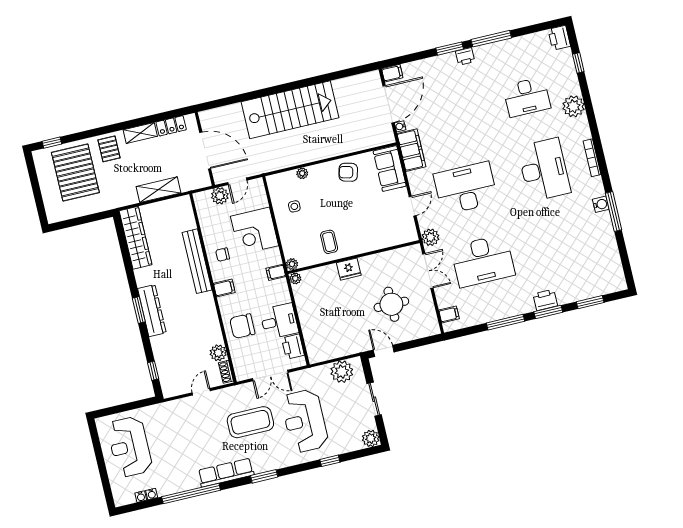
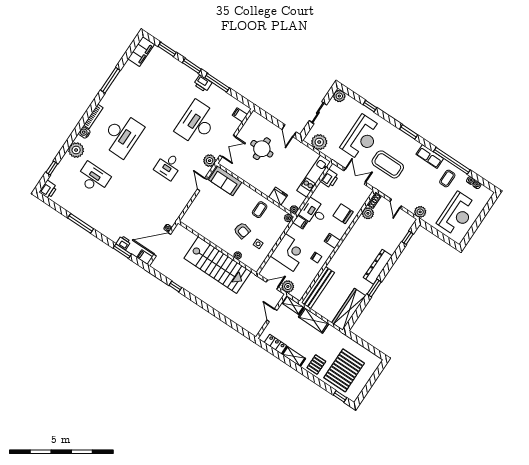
window: (450, 49) -> (122, 251), moved
printer: (465, 56) -> (123, 243), moved
window: (331, 77) -> (175, 287), added
stairs: (290, 110) -> (217, 265), moved, turned 180
filing cabinet: (411, 150) -> (141, 52), moved, turned 180
door: (205, 151) -> (272, 315), width x0.53
sofa: (390, 169) -> (225, 181), moved, turned 90
desk: (544, 170) -> (122, 135), turned 180
armchair: (348, 172) -> (242, 231), moved
shelving: (195, 183) -> (293, 305), added
desk: (466, 188) -> (168, 166), width x0.53, depth x0.77
water cooler: (601, 204) -> (84, 133), moved
door: (413, 206) -> (202, 184), hinge flipped
bench: (197, 261) -> (318, 288), moved
desk: (483, 261) -> (197, 123), turned -90
fridge: (349, 269) -> (278, 196), moved
double door: (428, 271) -> (228, 146), swing flipped
printer: (545, 300) -> (203, 84), moved
window: (139, 310) -> (374, 288), moved
desk: (279, 321) -> (314, 212), moved
chair: (242, 326) -> (343, 214), turned 180
kitchen unit: (311, 332) -> (314, 176), added
door: (201, 392) -> (396, 204), hinge flipped
plant: (168, 410) -> (420, 212), added
coffee table: (177, 471) -> (447, 178), added
row of seats: (226, 473) -> (430, 156), width x0.68

